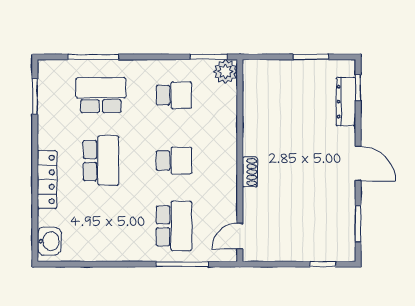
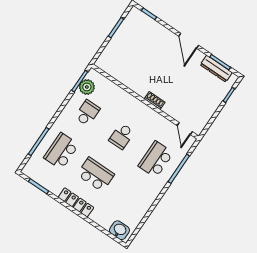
plant: (225, 72) -> (87, 87), moved
dresser: (346, 102) -> (216, 69), moved
school desk: (174, 161) -> (122, 136), turned 180
door: (358, 163) -> (189, 41), swing flipped
locker: (47, 180) -> (76, 202), moved
school desk: (174, 226) -> (156, 159), turned -90

